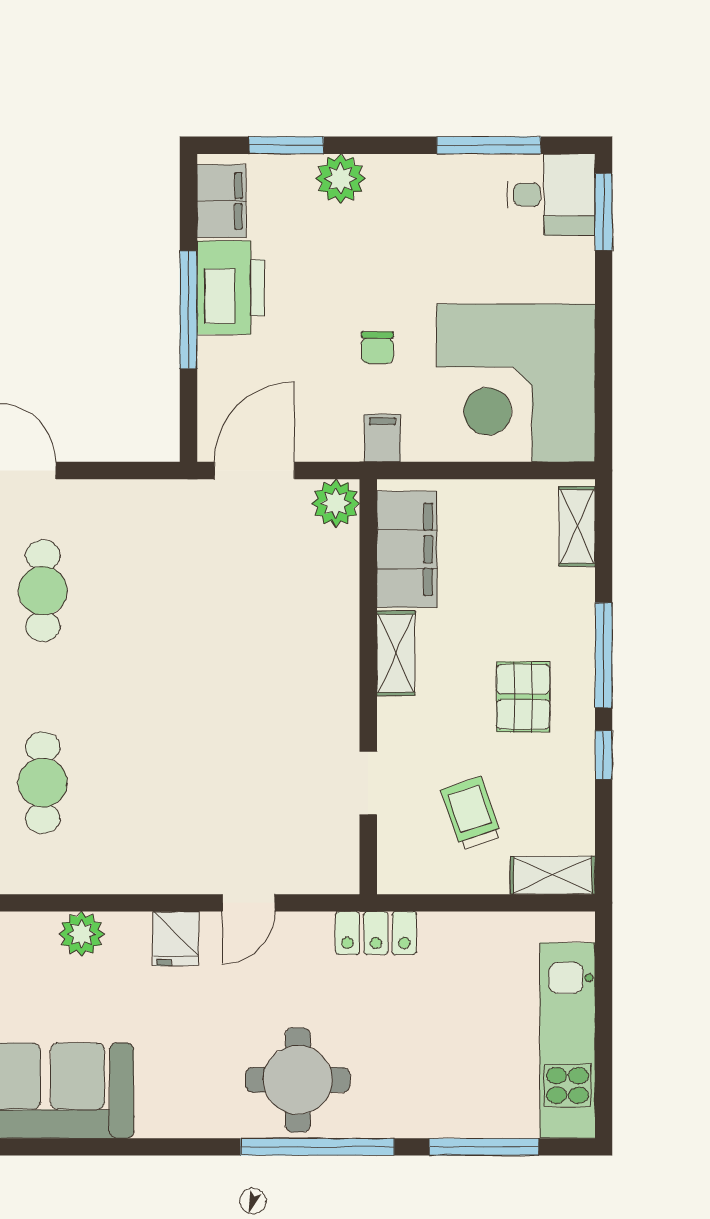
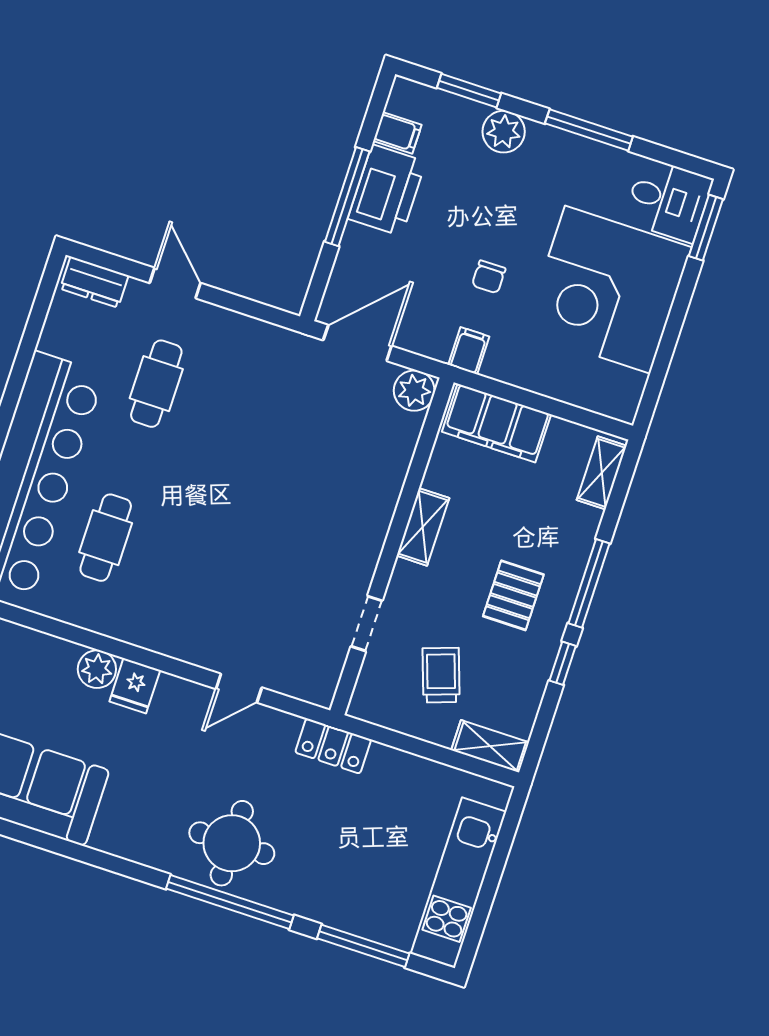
window: (489, 145) -> (589, 130), moved
filing cabinet: (221, 201) -> (397, 133), width x0.50
corner desk: (516, 383) -> (608, 290), moved
filing cabinet: (407, 549) -> (496, 423), moved, turned 90
fridge: (176, 939) -> (135, 686), moved

